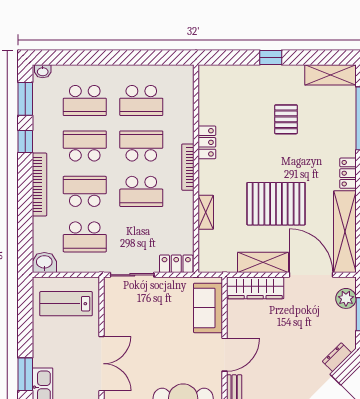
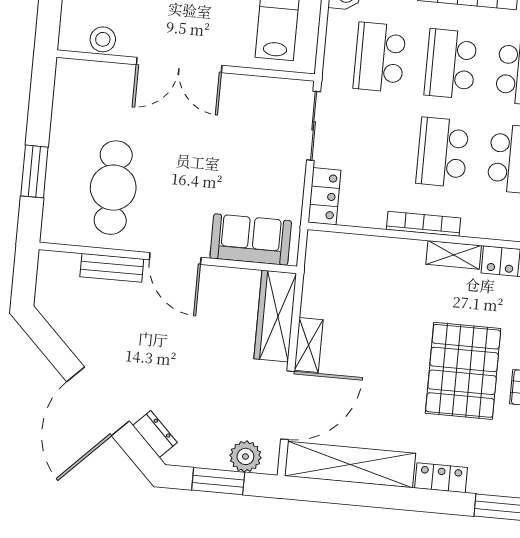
bookcase: (188, 167) -> (423, 224), moved
school desk: (85, 191) -> (451, 64), turned 180
pallet: (276, 204) -> (463, 371), moved
shelving: (206, 212) -> (454, 255), moved
shelving: (263, 262) -> (309, 345), width x0.67, depth x0.75

